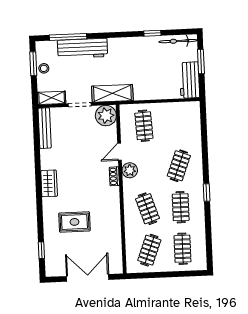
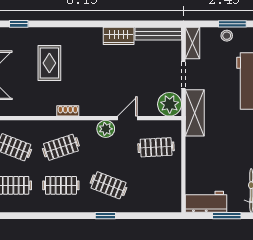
door: (120, 152) -> (127, 118), hinge flipped
shoe rack: (114, 176) -> (68, 111), moved
wardrobe: (49, 183) -> (119, 36), moved
window: (207, 192) -> (105, 216), moved

